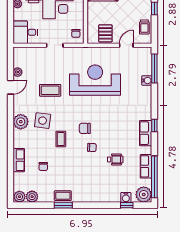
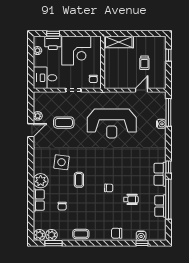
trolley: (144, 27) -> (144, 63), moved
pallet: (105, 33) -> (122, 79), removed
reception desk: (95, 80) -> (112, 123), turned 180
coffee table: (50, 90) -> (64, 123), moved
plant: (21, 122) -> (41, 181), moved
chair: (85, 128) -> (117, 233), moved
window: (154, 177) -> (168, 199), moved
plant: (144, 195) -> (158, 233), removed
window: (63, 205) -> (53, 243), moved

